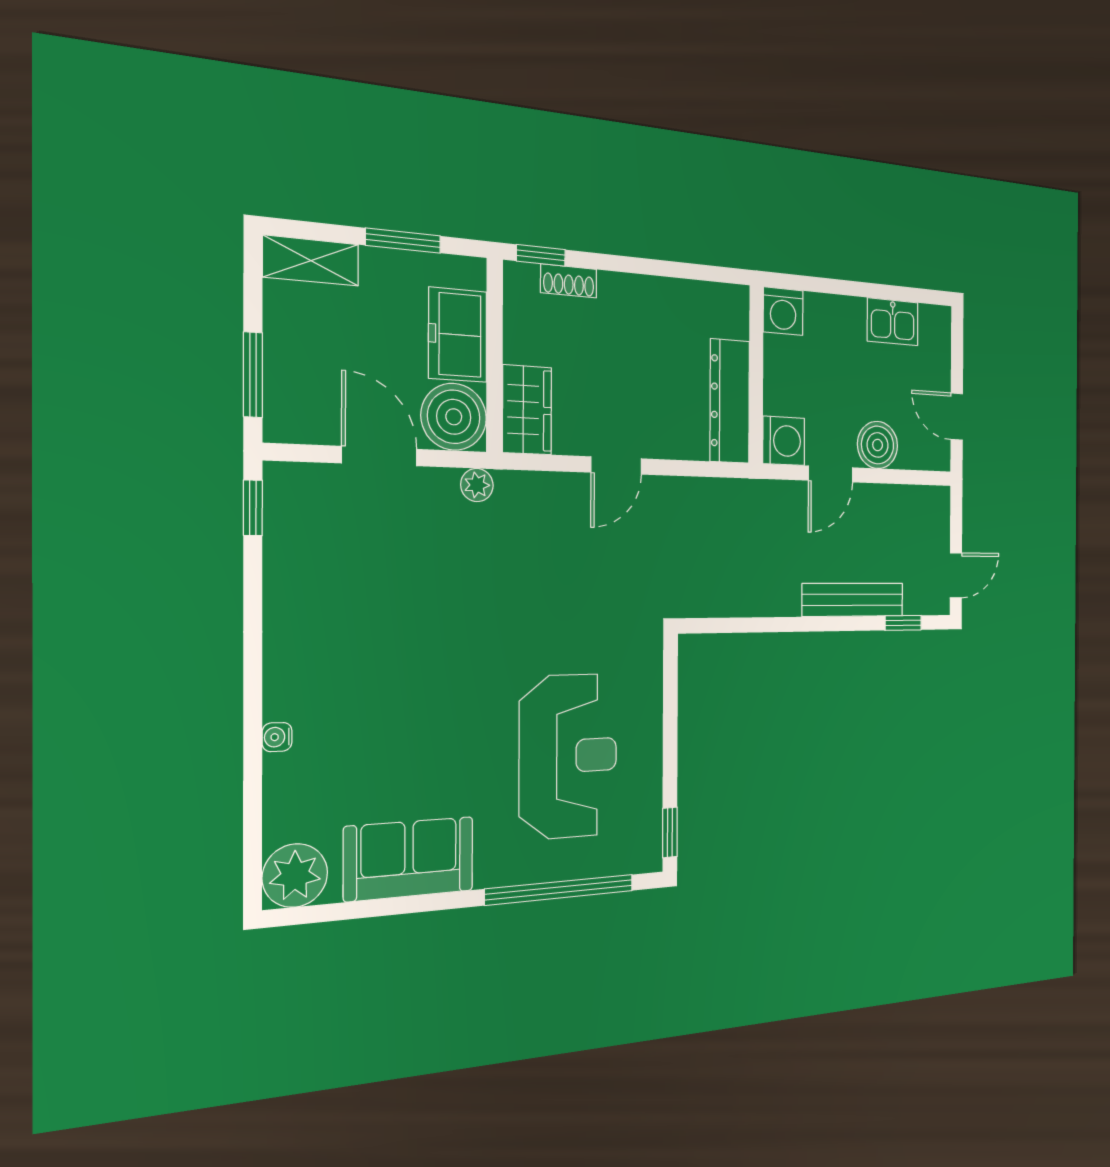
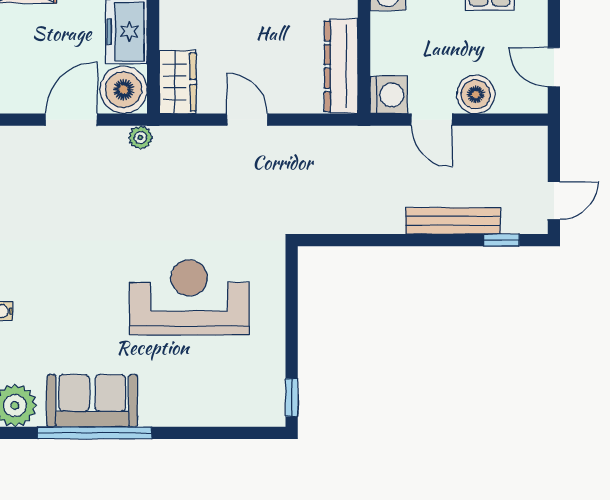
door: (380, 456) -> (71, 120), hinge flipped
door: (616, 466) -> (247, 120), swing flipped
door: (831, 474) -> (432, 120), hinge flipped
reception desk: (568, 756) -> (189, 297), moved, turned -90
window: (560, 890) -> (95, 433), moved

